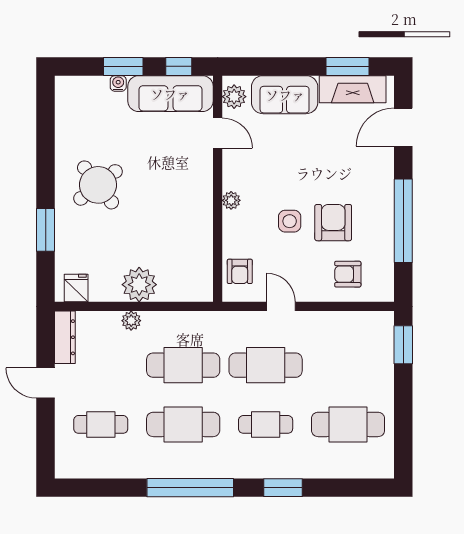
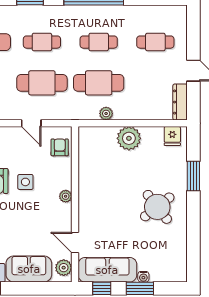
plant: (131, 321) -> (106, 113), moved
cafe table: (183, 424) -> (99, 42), width x0.73, depth x0.74

